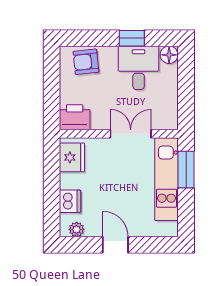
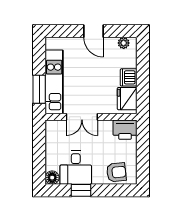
dishwasher: (70, 201) -> (129, 77), moved

